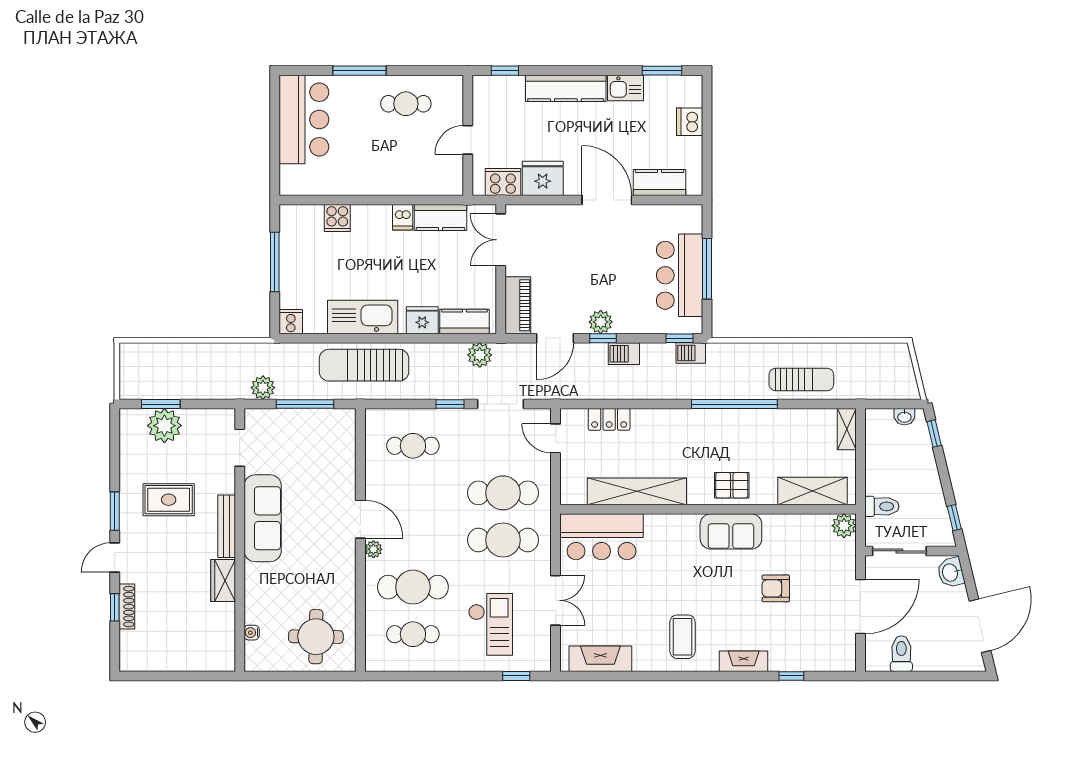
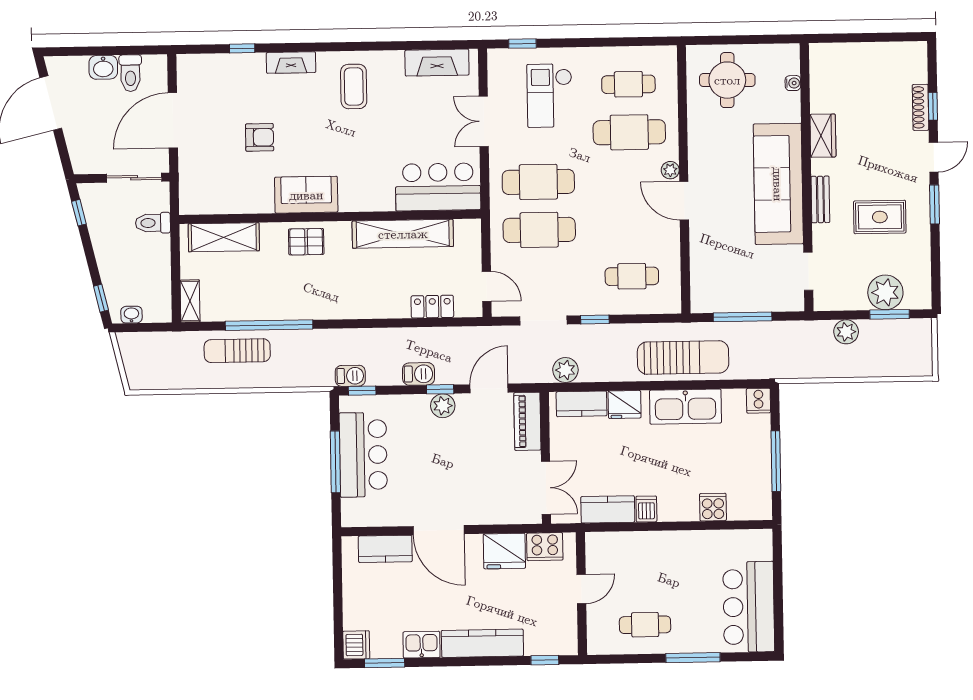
dishwasher: (690, 122) -> (356, 645), moved
plant: (263, 388) -> (846, 332), moved
window: (734, 404) -> (269, 325), moved
sofa: (263, 518) -> (778, 184), width x1.36, depth x1.27
bench: (227, 526) -> (820, 199), width x0.73
plant: (844, 526) -> (191, 202), removed
washbasin: (951, 572) -> (103, 67), moved, turned 103

